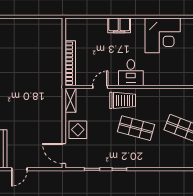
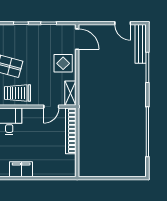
door: (100, 87) -> (51, 107), moved
door: (19, 169) -> (123, 23), swing flipped

